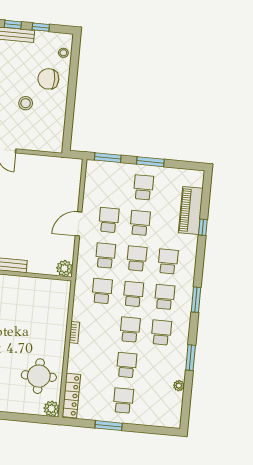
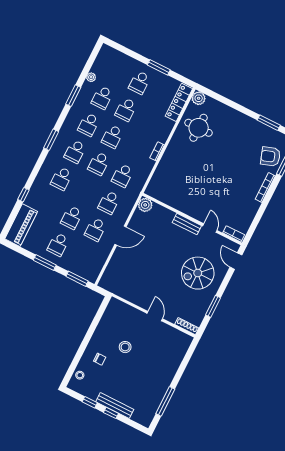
chair: (48, 79) -> (100, 359), width x0.54, depth x0.54
piano: (191, 210) -> (21, 225), moved
school desk: (137, 258) -> (102, 98), moved

